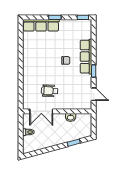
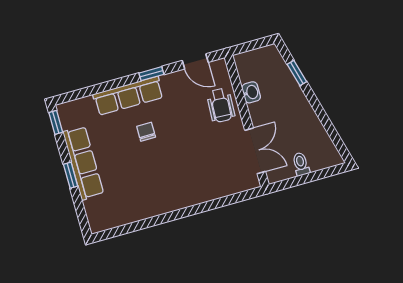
row of seats: (41, 25) -> (83, 163), moved
wheelchair: (50, 91) -> (221, 105), moved
door: (94, 94) -> (195, 61), swing flipped

